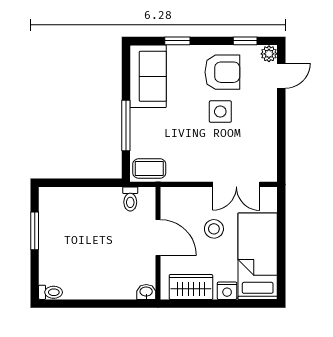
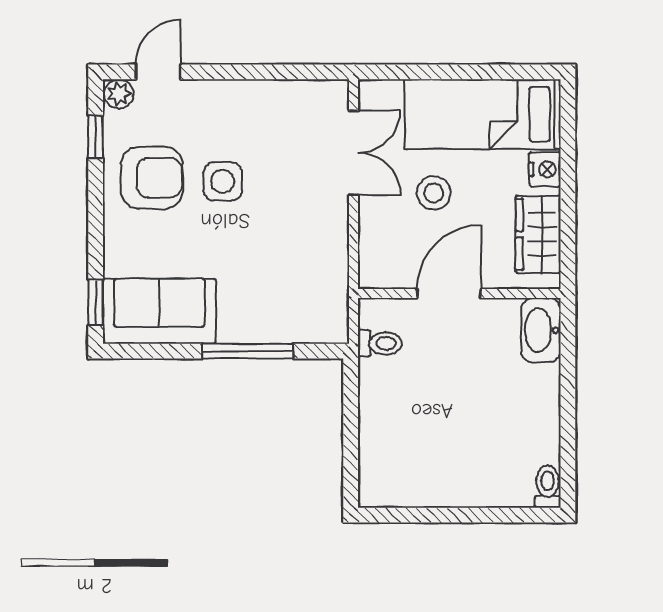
window: (177, 41) -> (96, 302), moved
armchair: (222, 72) -> (152, 178), turned 90
door: (281, 76) -> (158, 72), hinge flipped
coffee table: (149, 169) -> (325, 309), removed
window: (35, 231) -> (437, 515), removed
washbasin: (146, 292) -> (541, 330), width x1.91, depth x1.45

